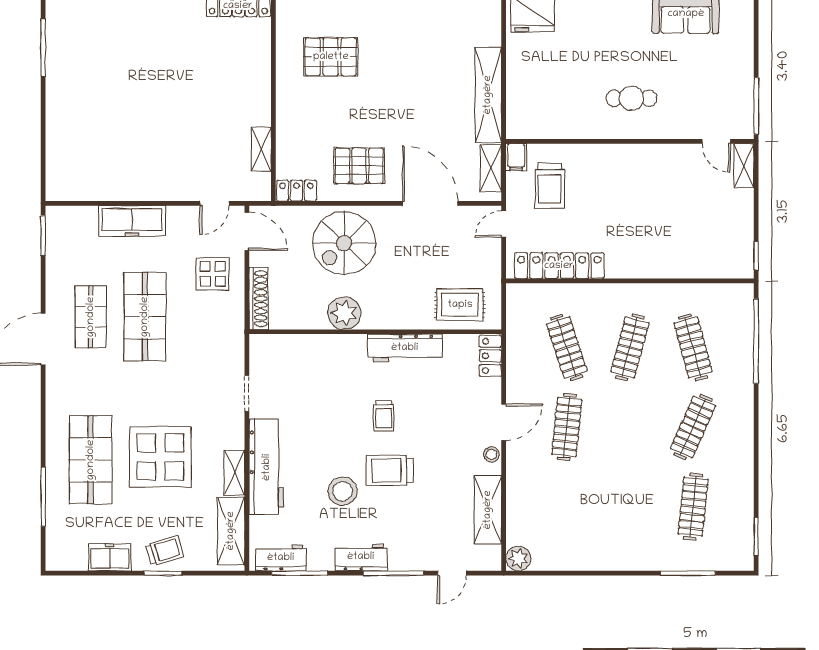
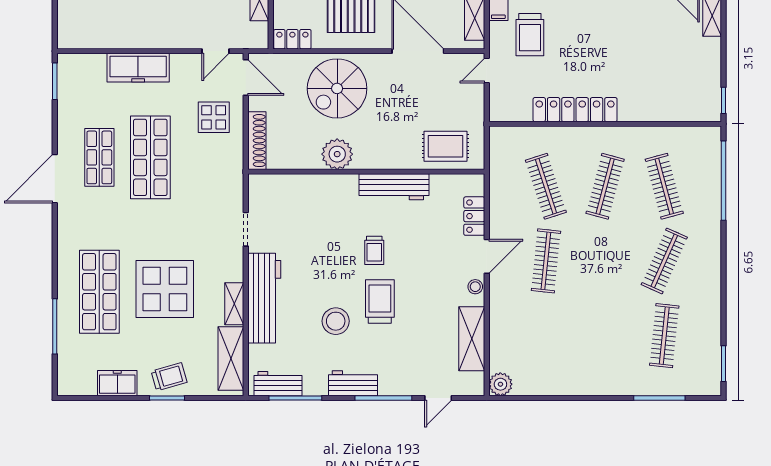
locker: (559, 266) -> (575, 110), moved
locker: (490, 356) -> (474, 216), moved
trolley: (390, 470) -> (380, 302), turned 90

